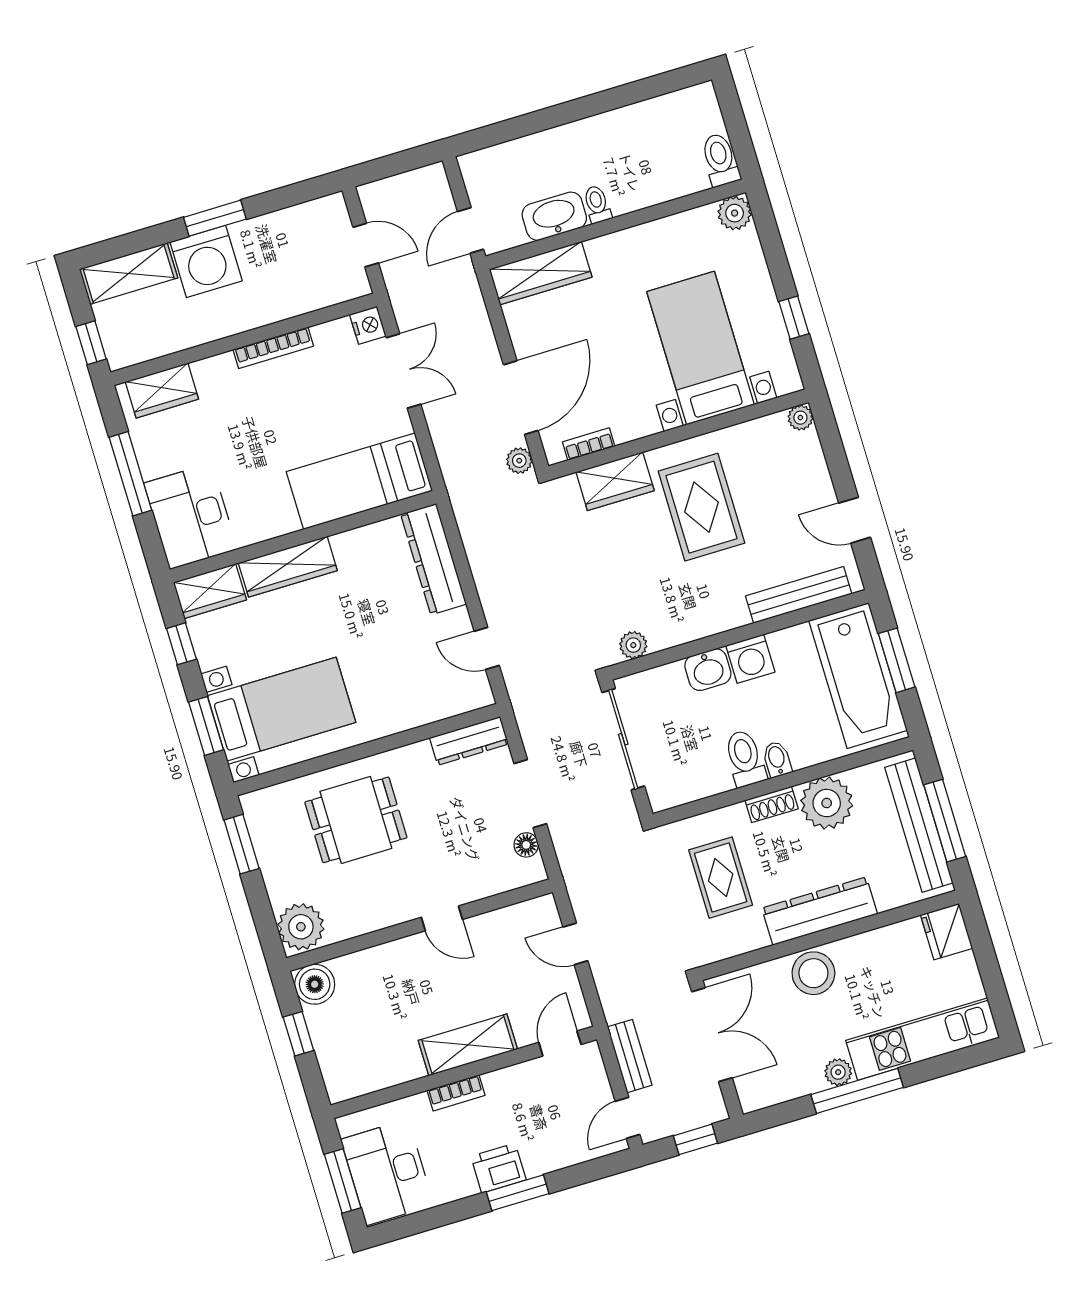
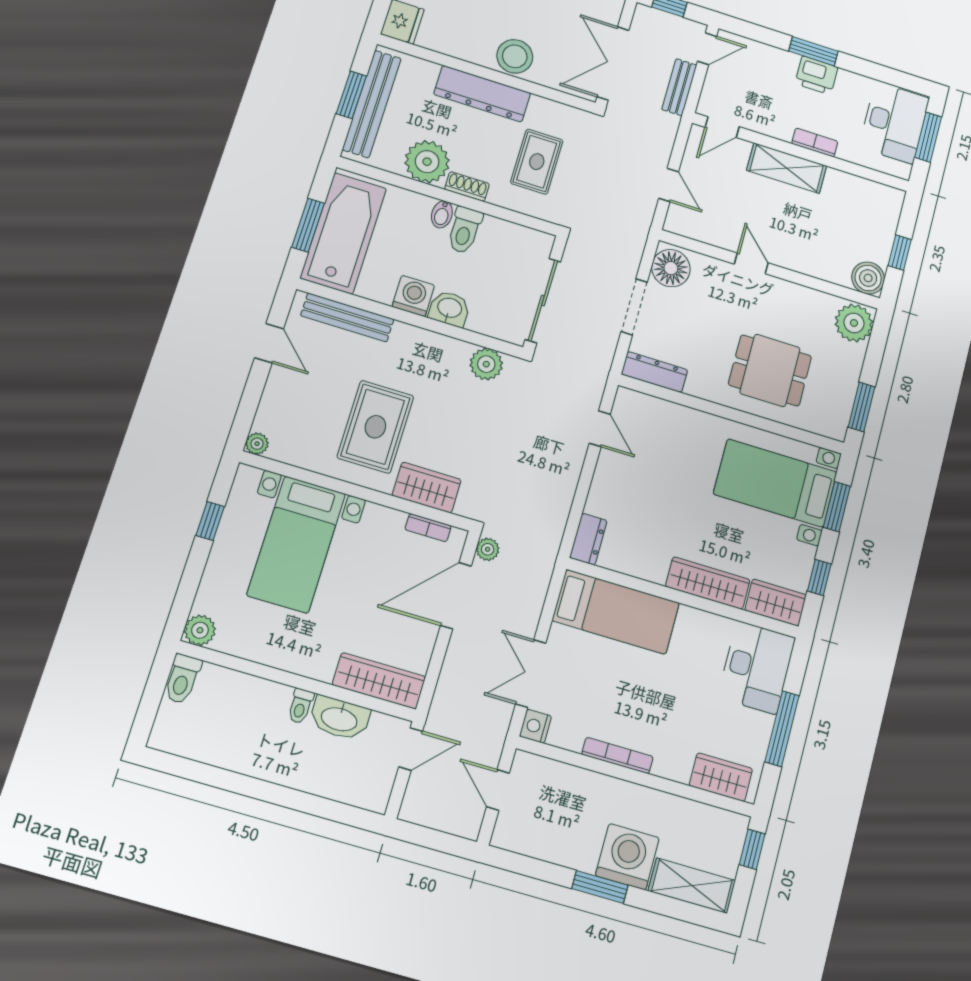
dresser: (434, 559) -> (588, 539), width x0.51, depth x0.80
plant: (633, 645) -> (486, 364), width x1.38, depth x1.38
window: (945, 821) -> (351, 95), width x0.69
floor lamp: (526, 845) -> (671, 268), width x1.89, depth x1.89

